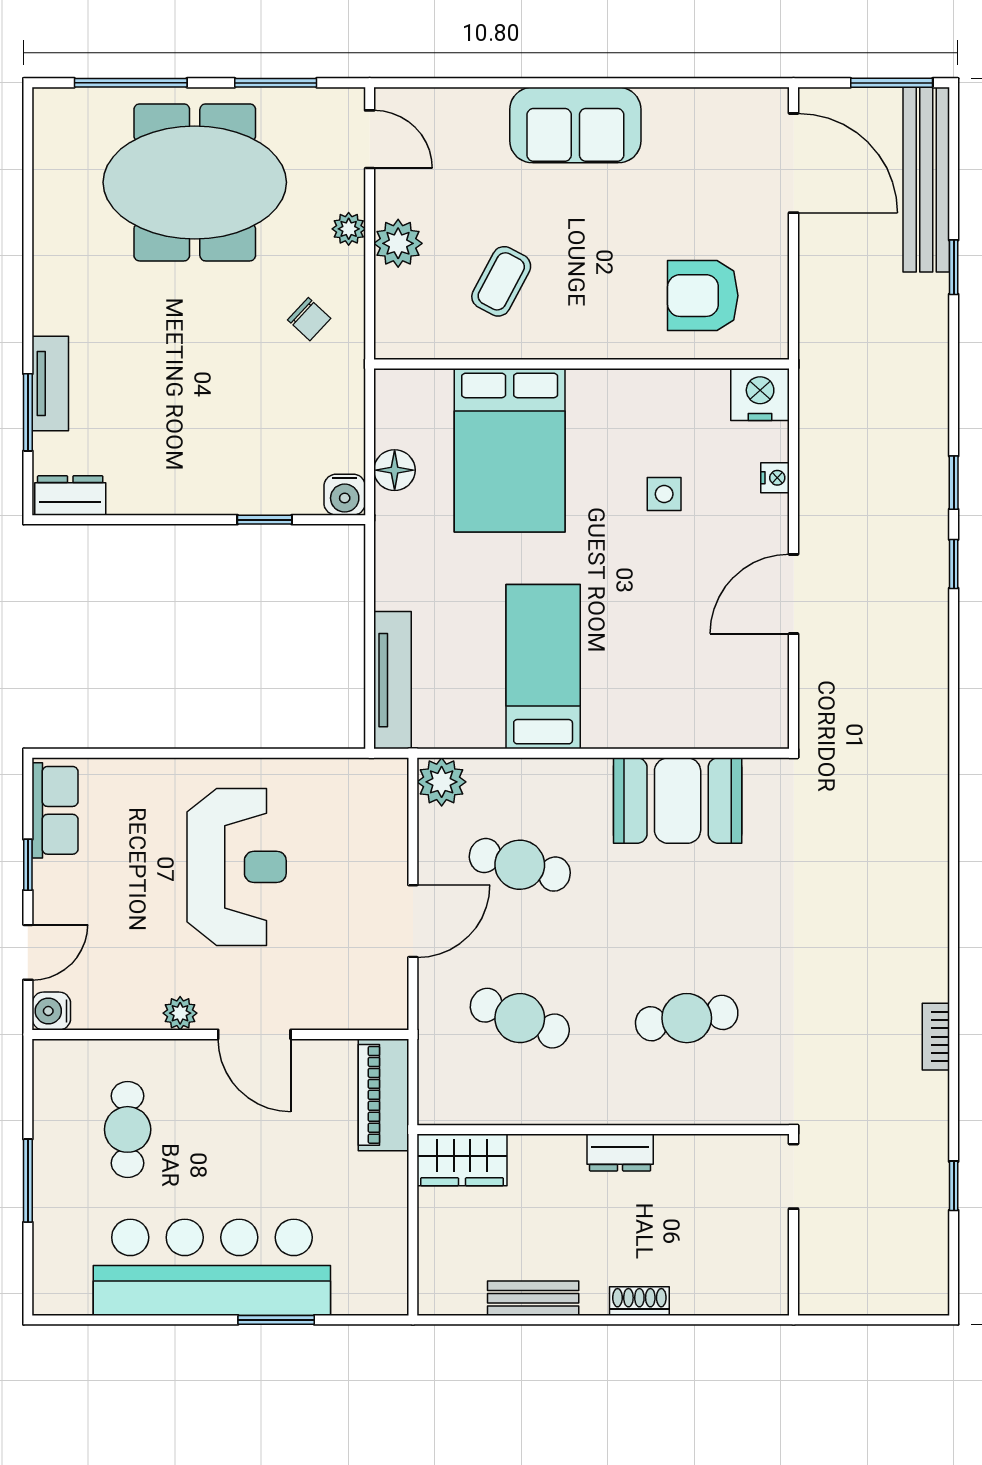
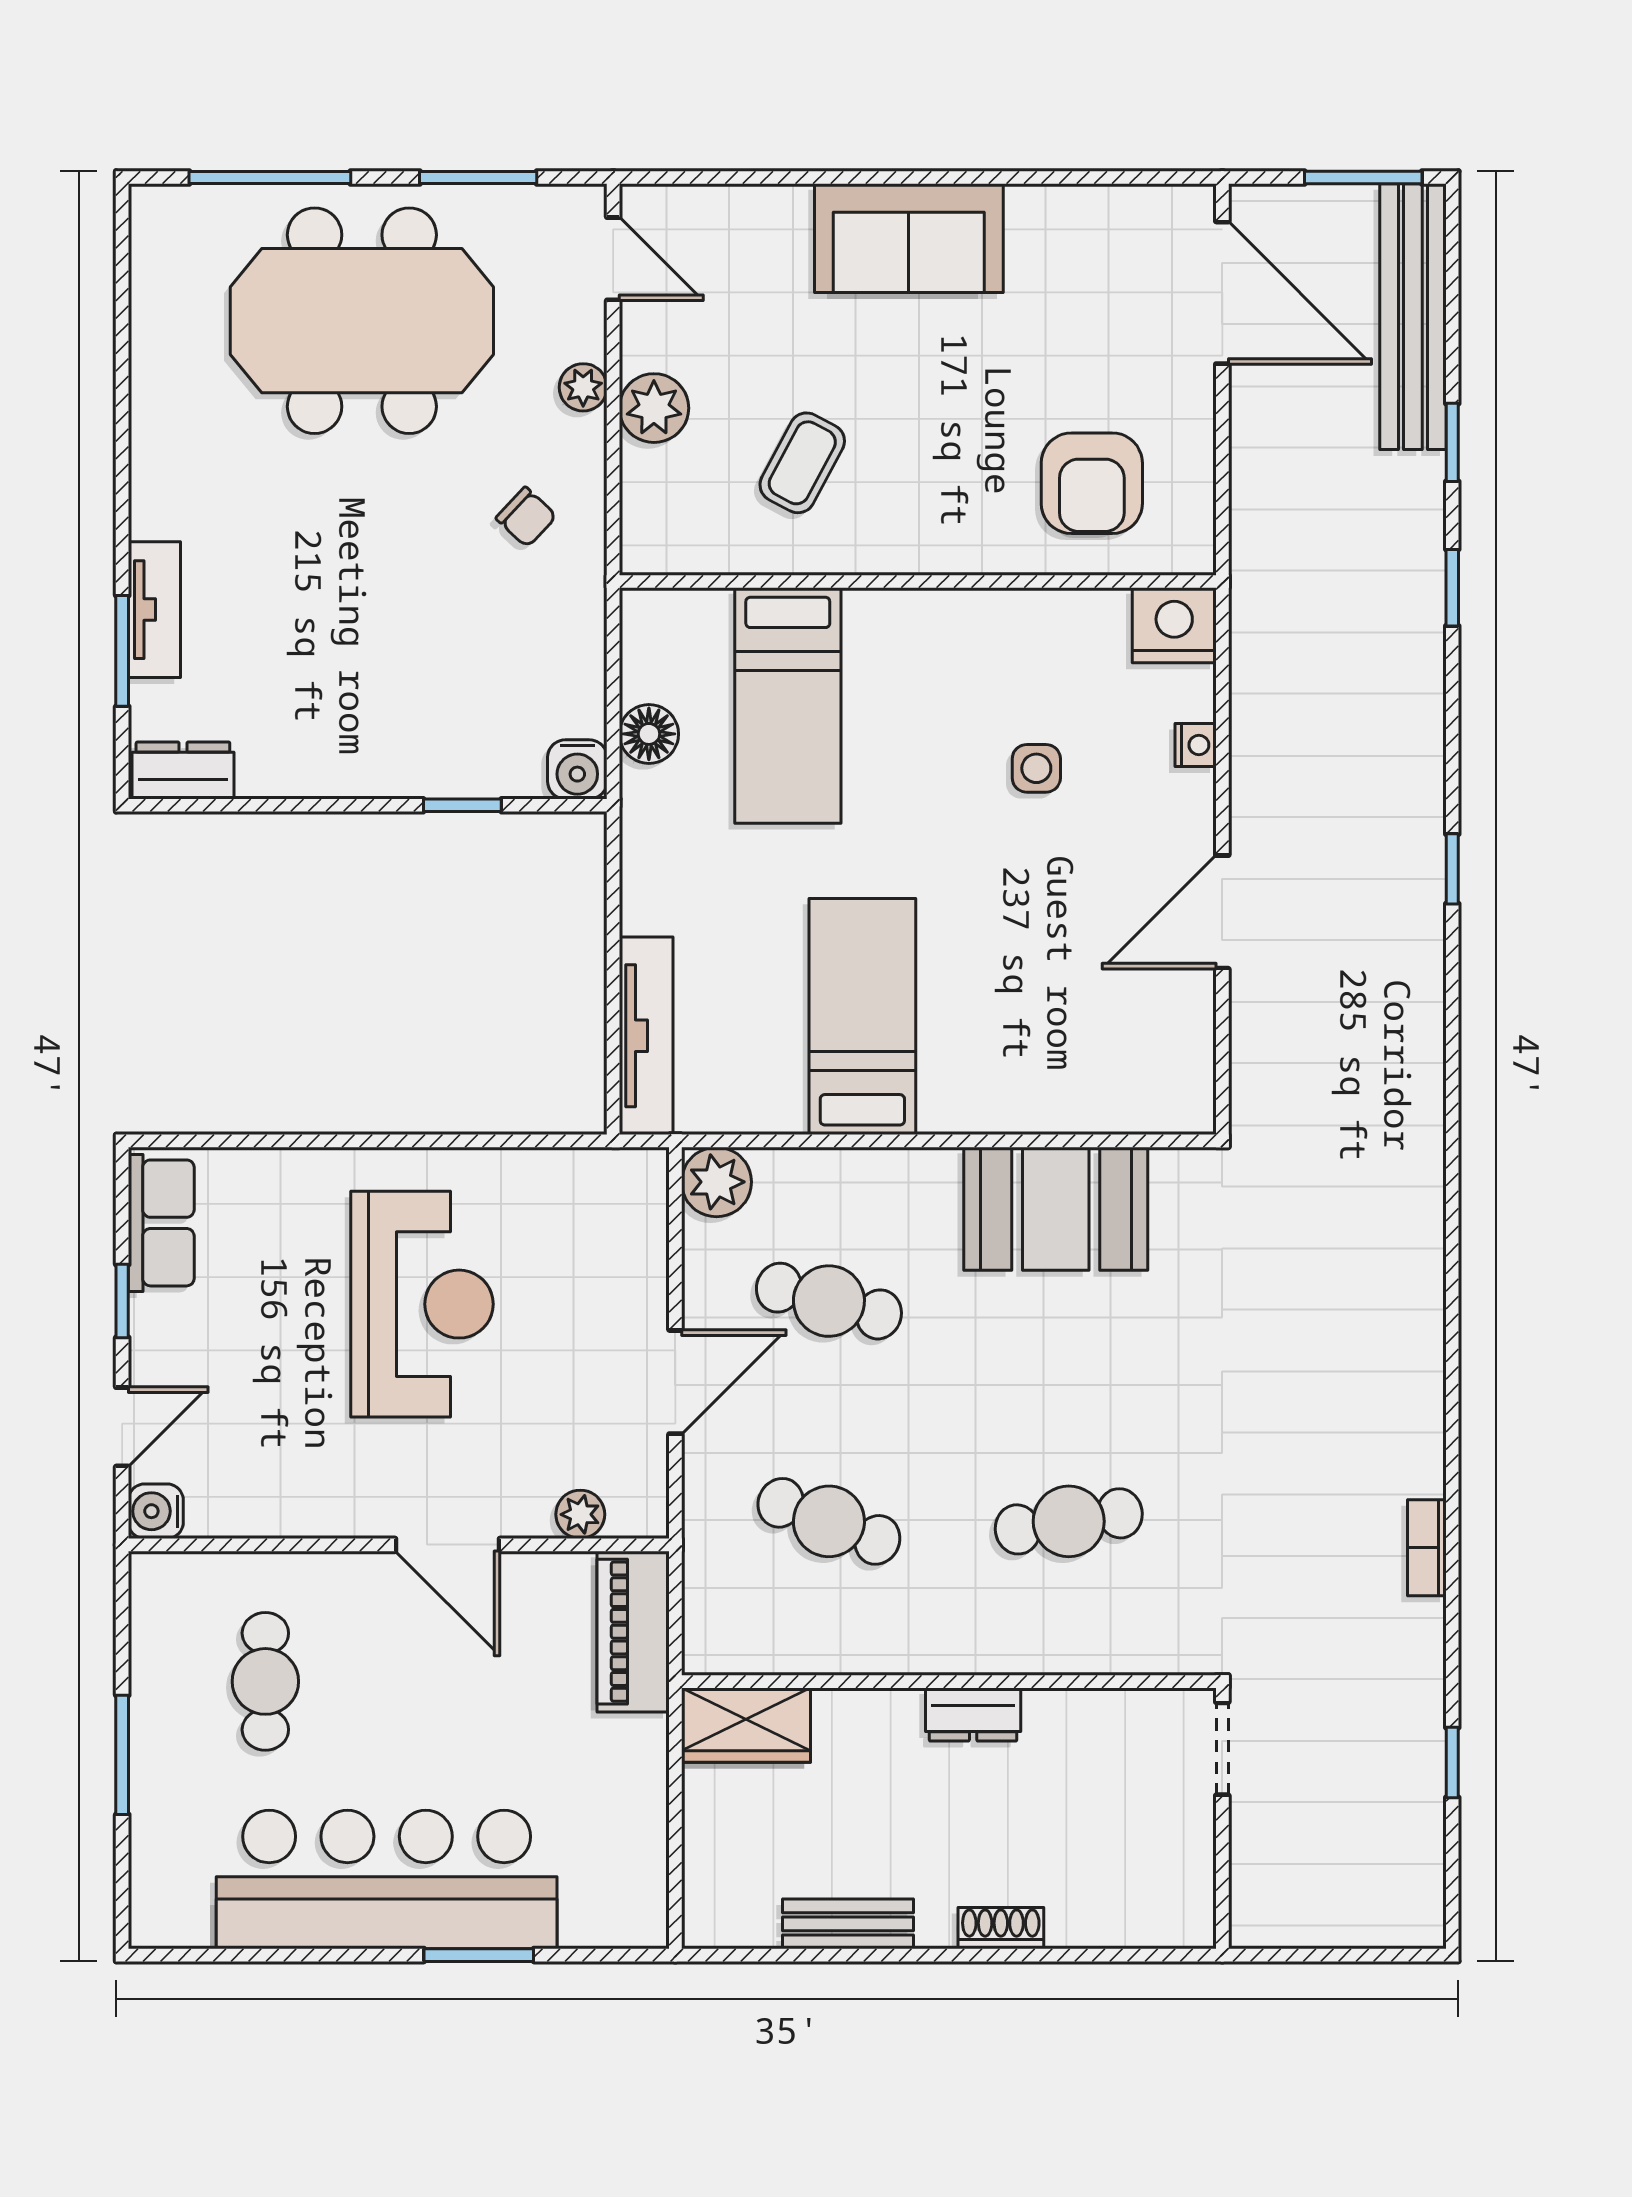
armchair: (703, 296) -> (1092, 483), turned -90
bed: (510, 450) -> (788, 705), width x0.67
window: (954, 483) -> (1452, 588), moved
plant: (180, 1013) -> (580, 1514), moved

